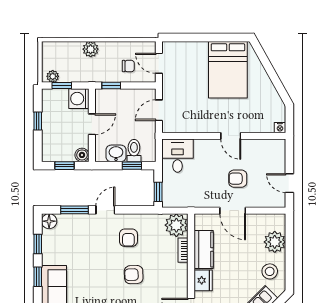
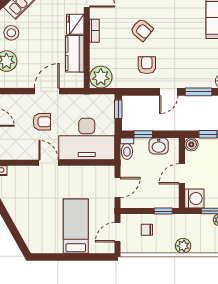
door: (159, 63) -> (117, 232), swing flipped
bed: (228, 70) -> (76, 226), moved, width x0.67
toilet: (134, 151) -> (127, 149), moved
desk: (178, 156) -> (87, 139), width x1.87, depth x1.30
door: (233, 211) -> (47, 91), hinge flipped
bookcase: (183, 250) -> (94, 31), moved
armchair: (134, 275) -> (142, 30), turned 42

